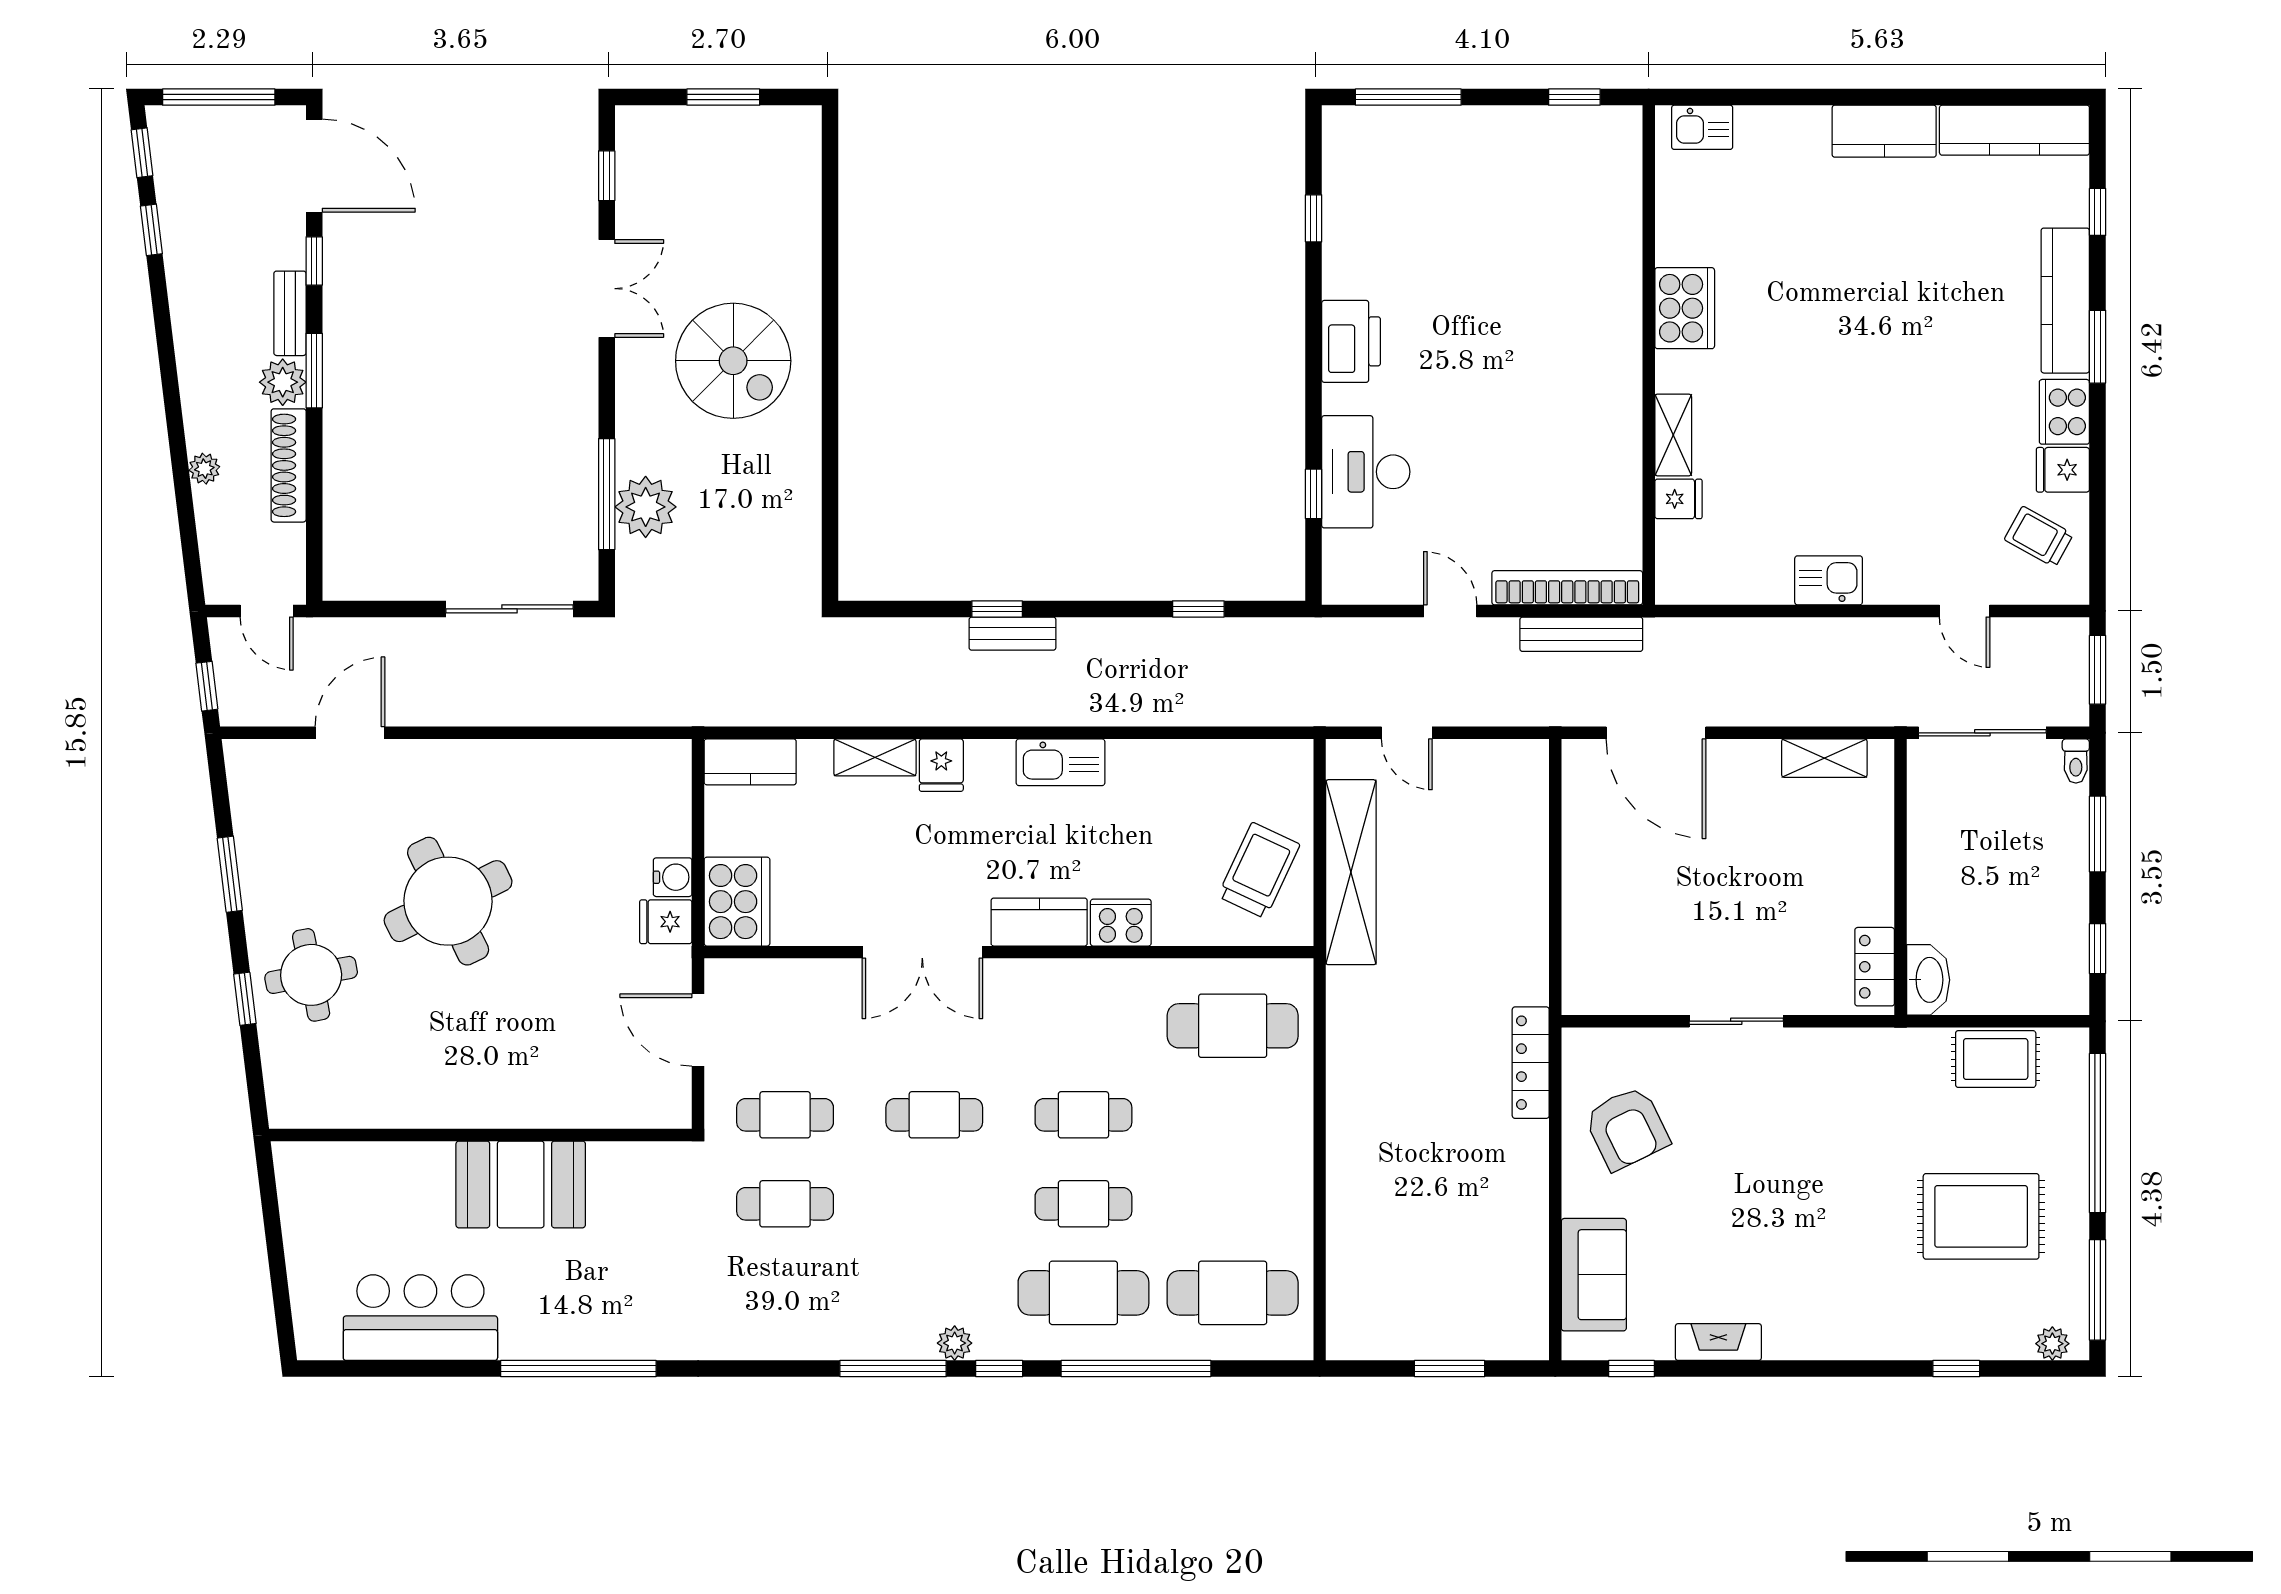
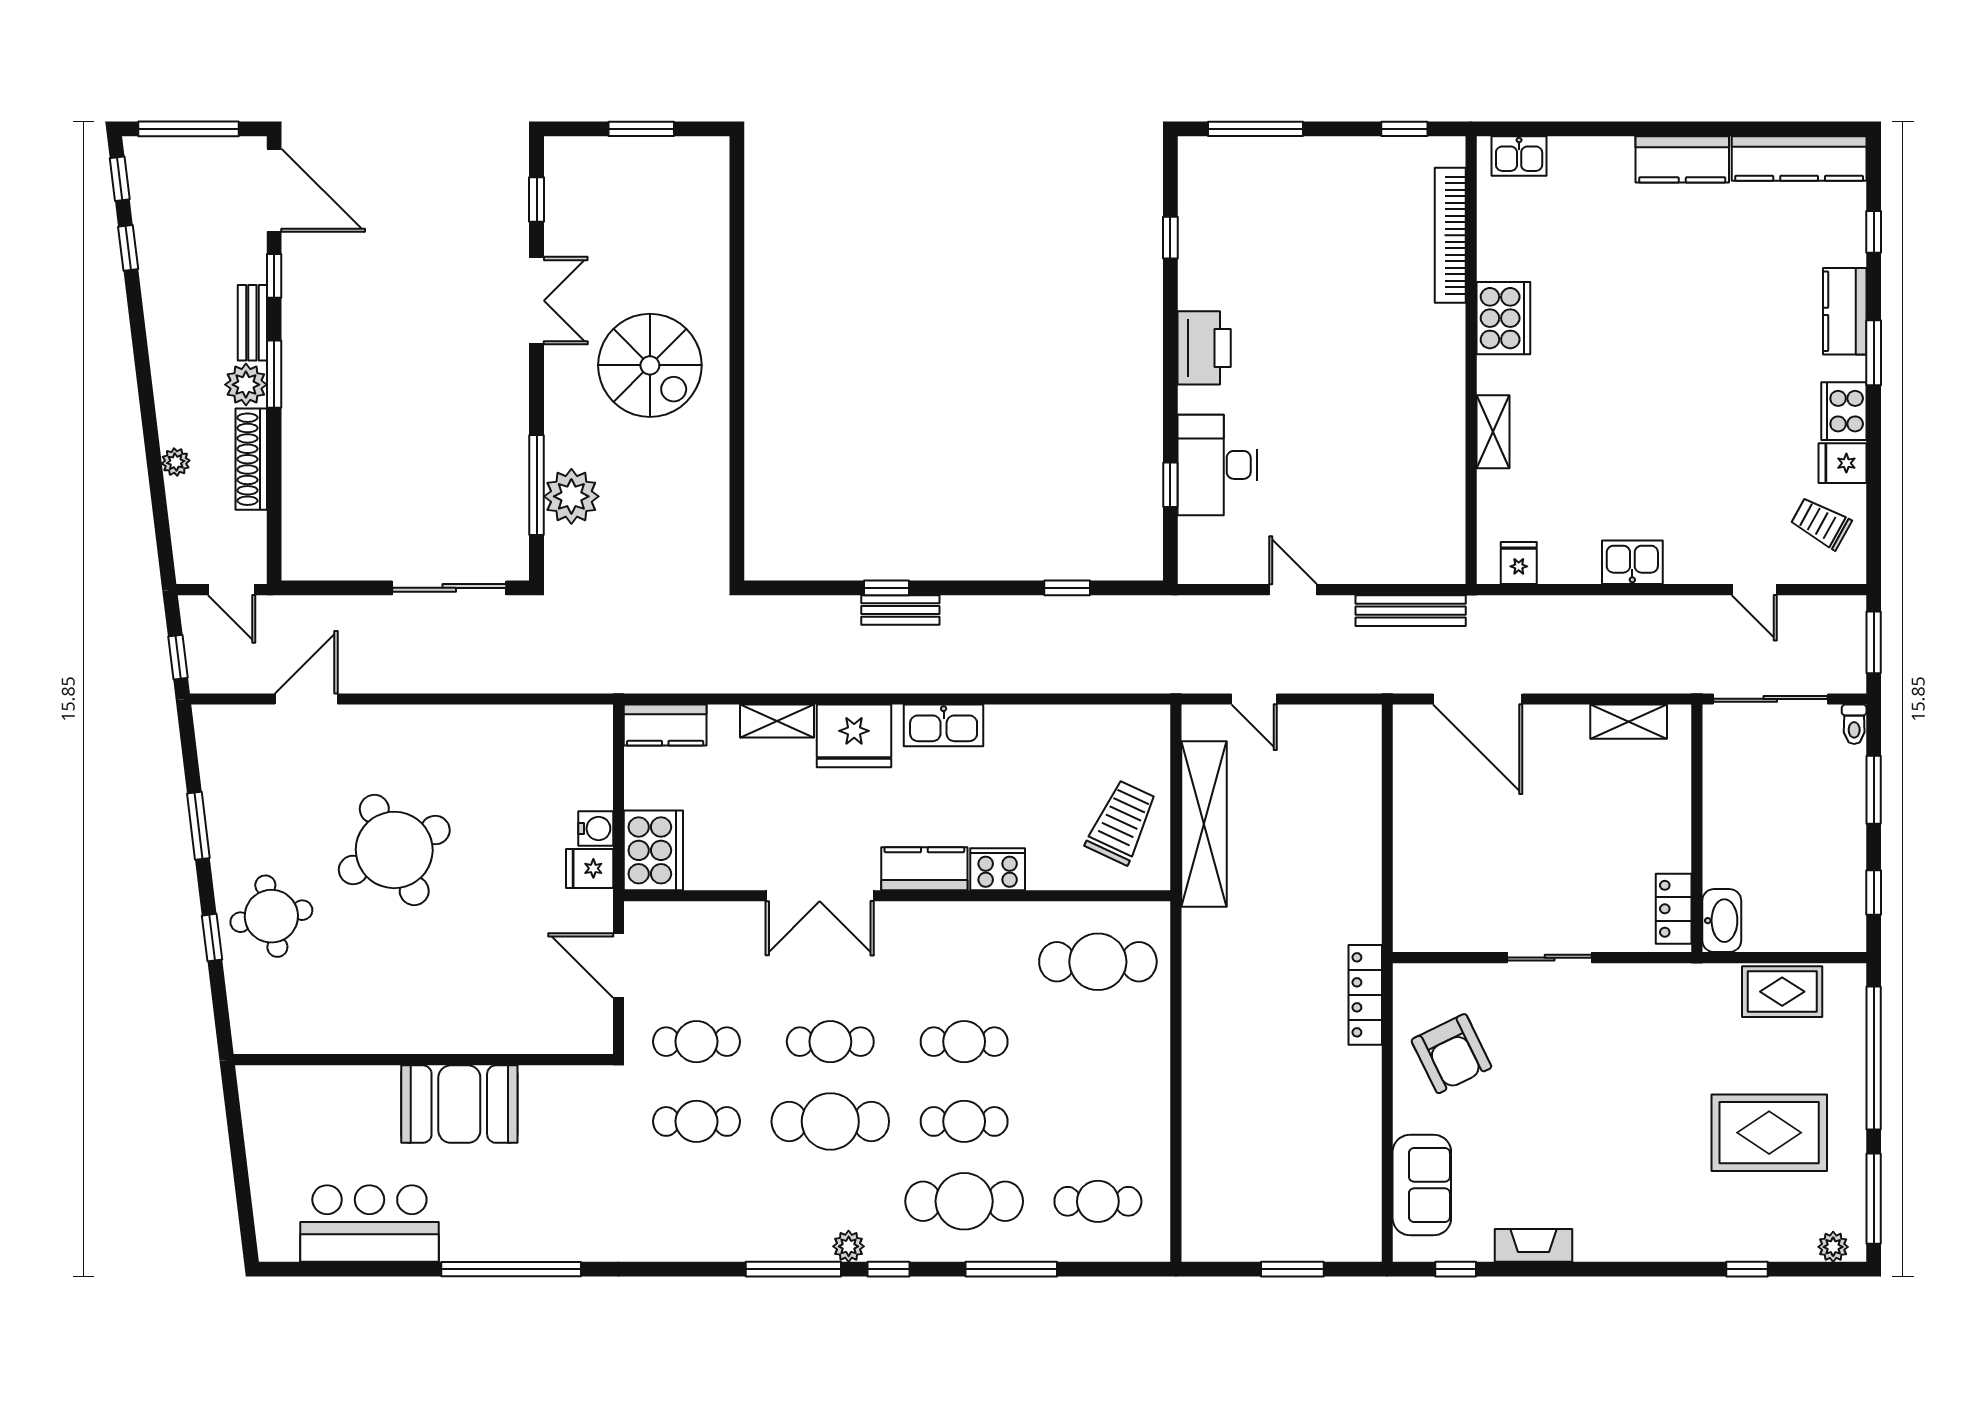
kitchen counter: (2065, 301) -> (1845, 311), width x0.67
fridge: (1678, 499) -> (1519, 563), moved, turned -90
bookcase: (1567, 588) -> (1450, 235), moved, turned -90
fridge: (941, 765) -> (854, 736), width x1.88, depth x1.34
cafe table: (934, 1204) -> (830, 1121), added
cafe table: (1233, 1293) -> (1098, 1201), width x0.73, depth x0.74
window: (1136, 1369) -> (1011, 1269), width x0.68

